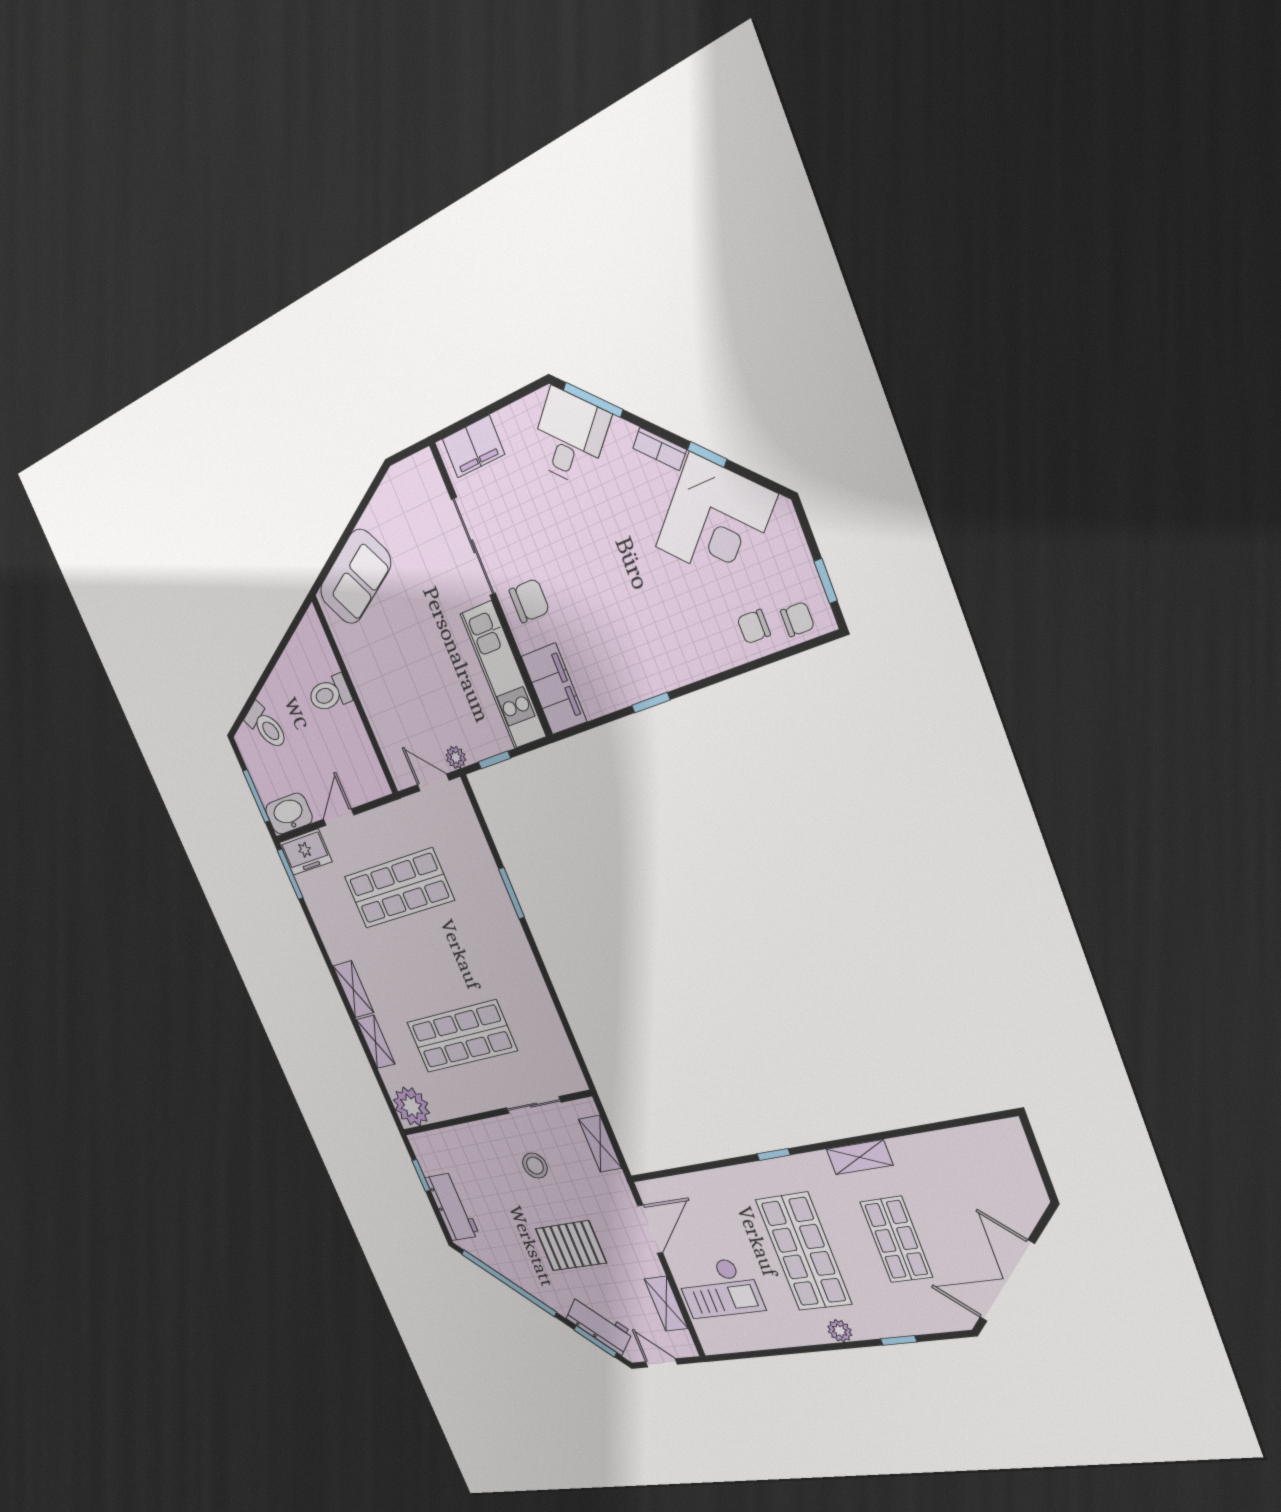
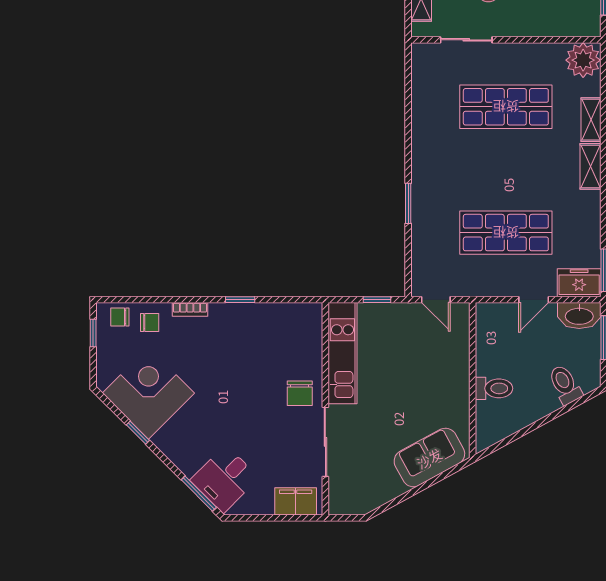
bookcase: (660, 449) -> (190, 309), moved, turned 135
chair: (529, 601) -> (300, 393), turned -90
filing cabinet: (554, 689) -> (308, 331), removed
plant: (456, 757) -> (408, 311), removed

